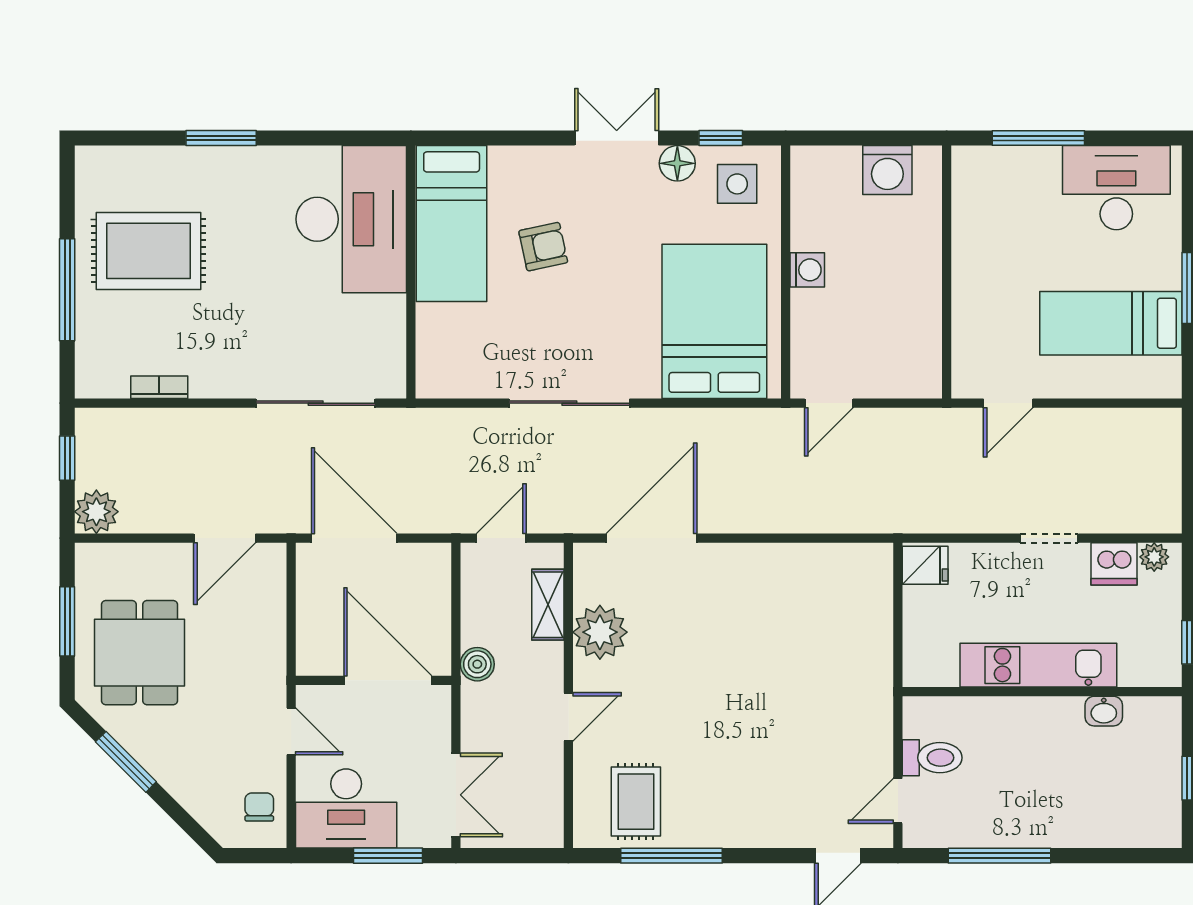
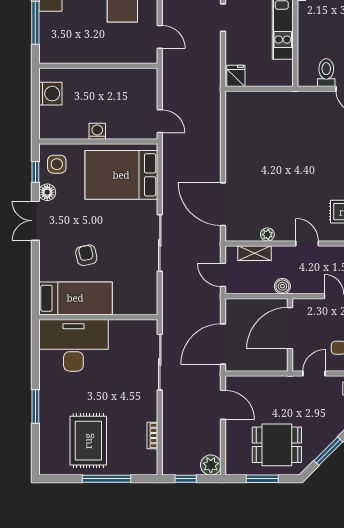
plant: (600, 632) -> (267, 235), width x0.53, depth x0.53

